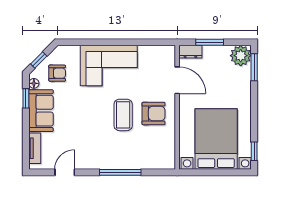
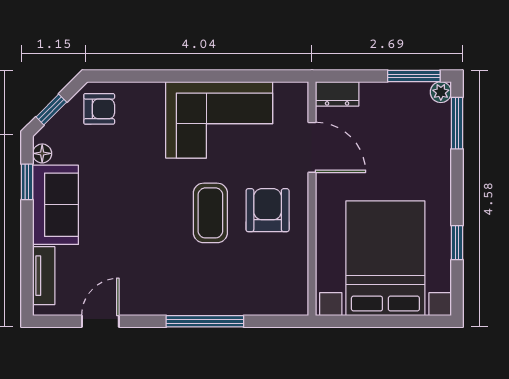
window: (210, 42) -> (414, 76), moved
plant: (241, 56) -> (441, 92), width x0.53, depth x0.53
corner sofa: (109, 66) -> (219, 120), moved
armchair: (57, 73) -> (99, 109), moved
armchair: (154, 114) -> (268, 210), turned -90
window: (254, 151) -> (457, 243), moved

